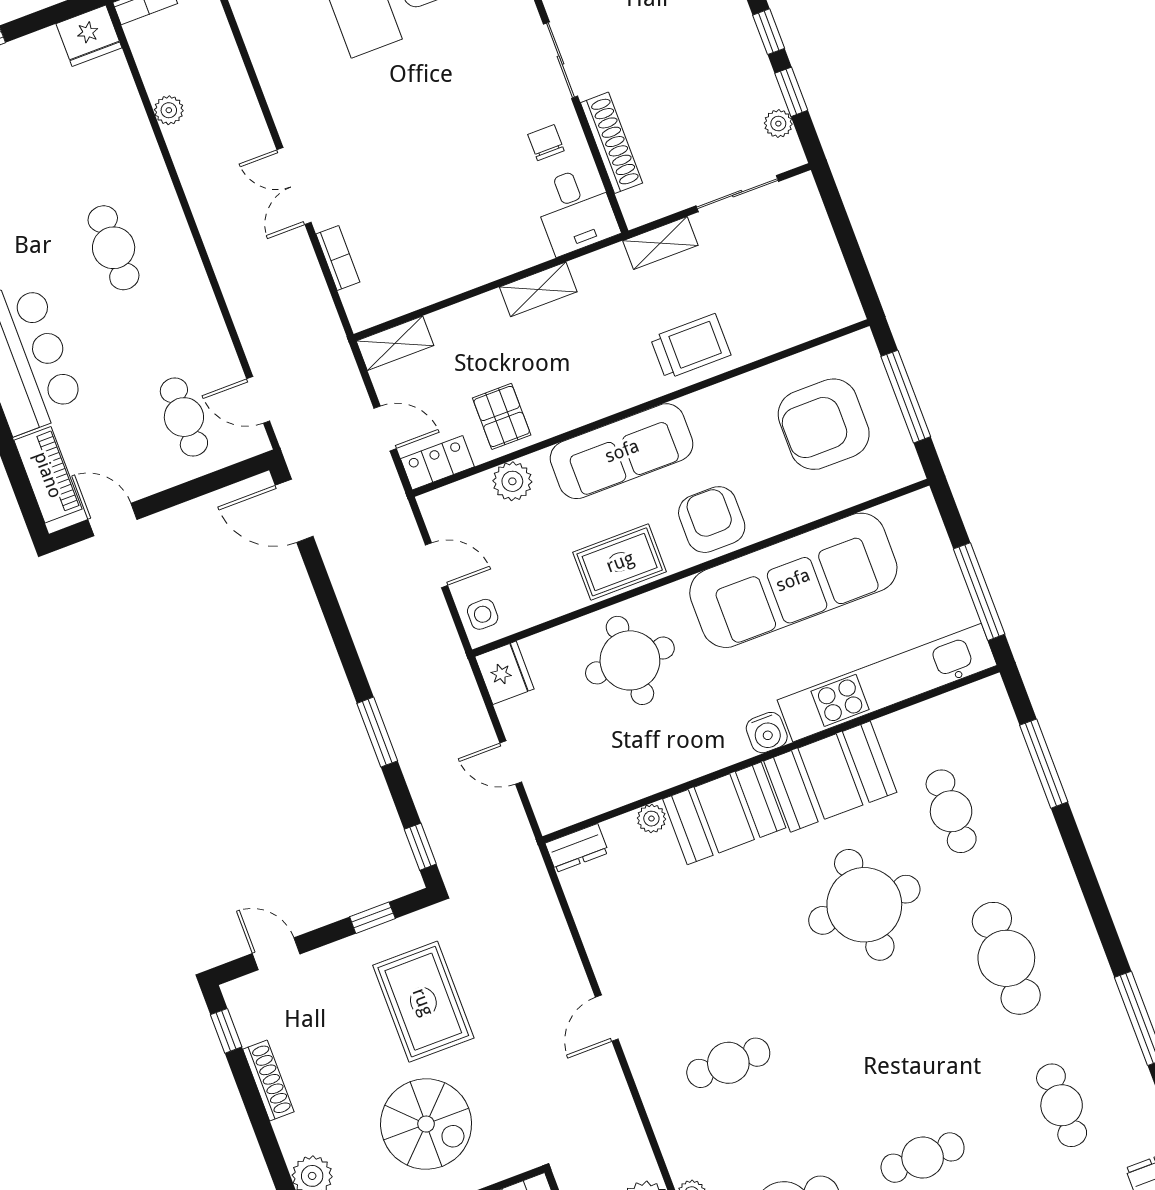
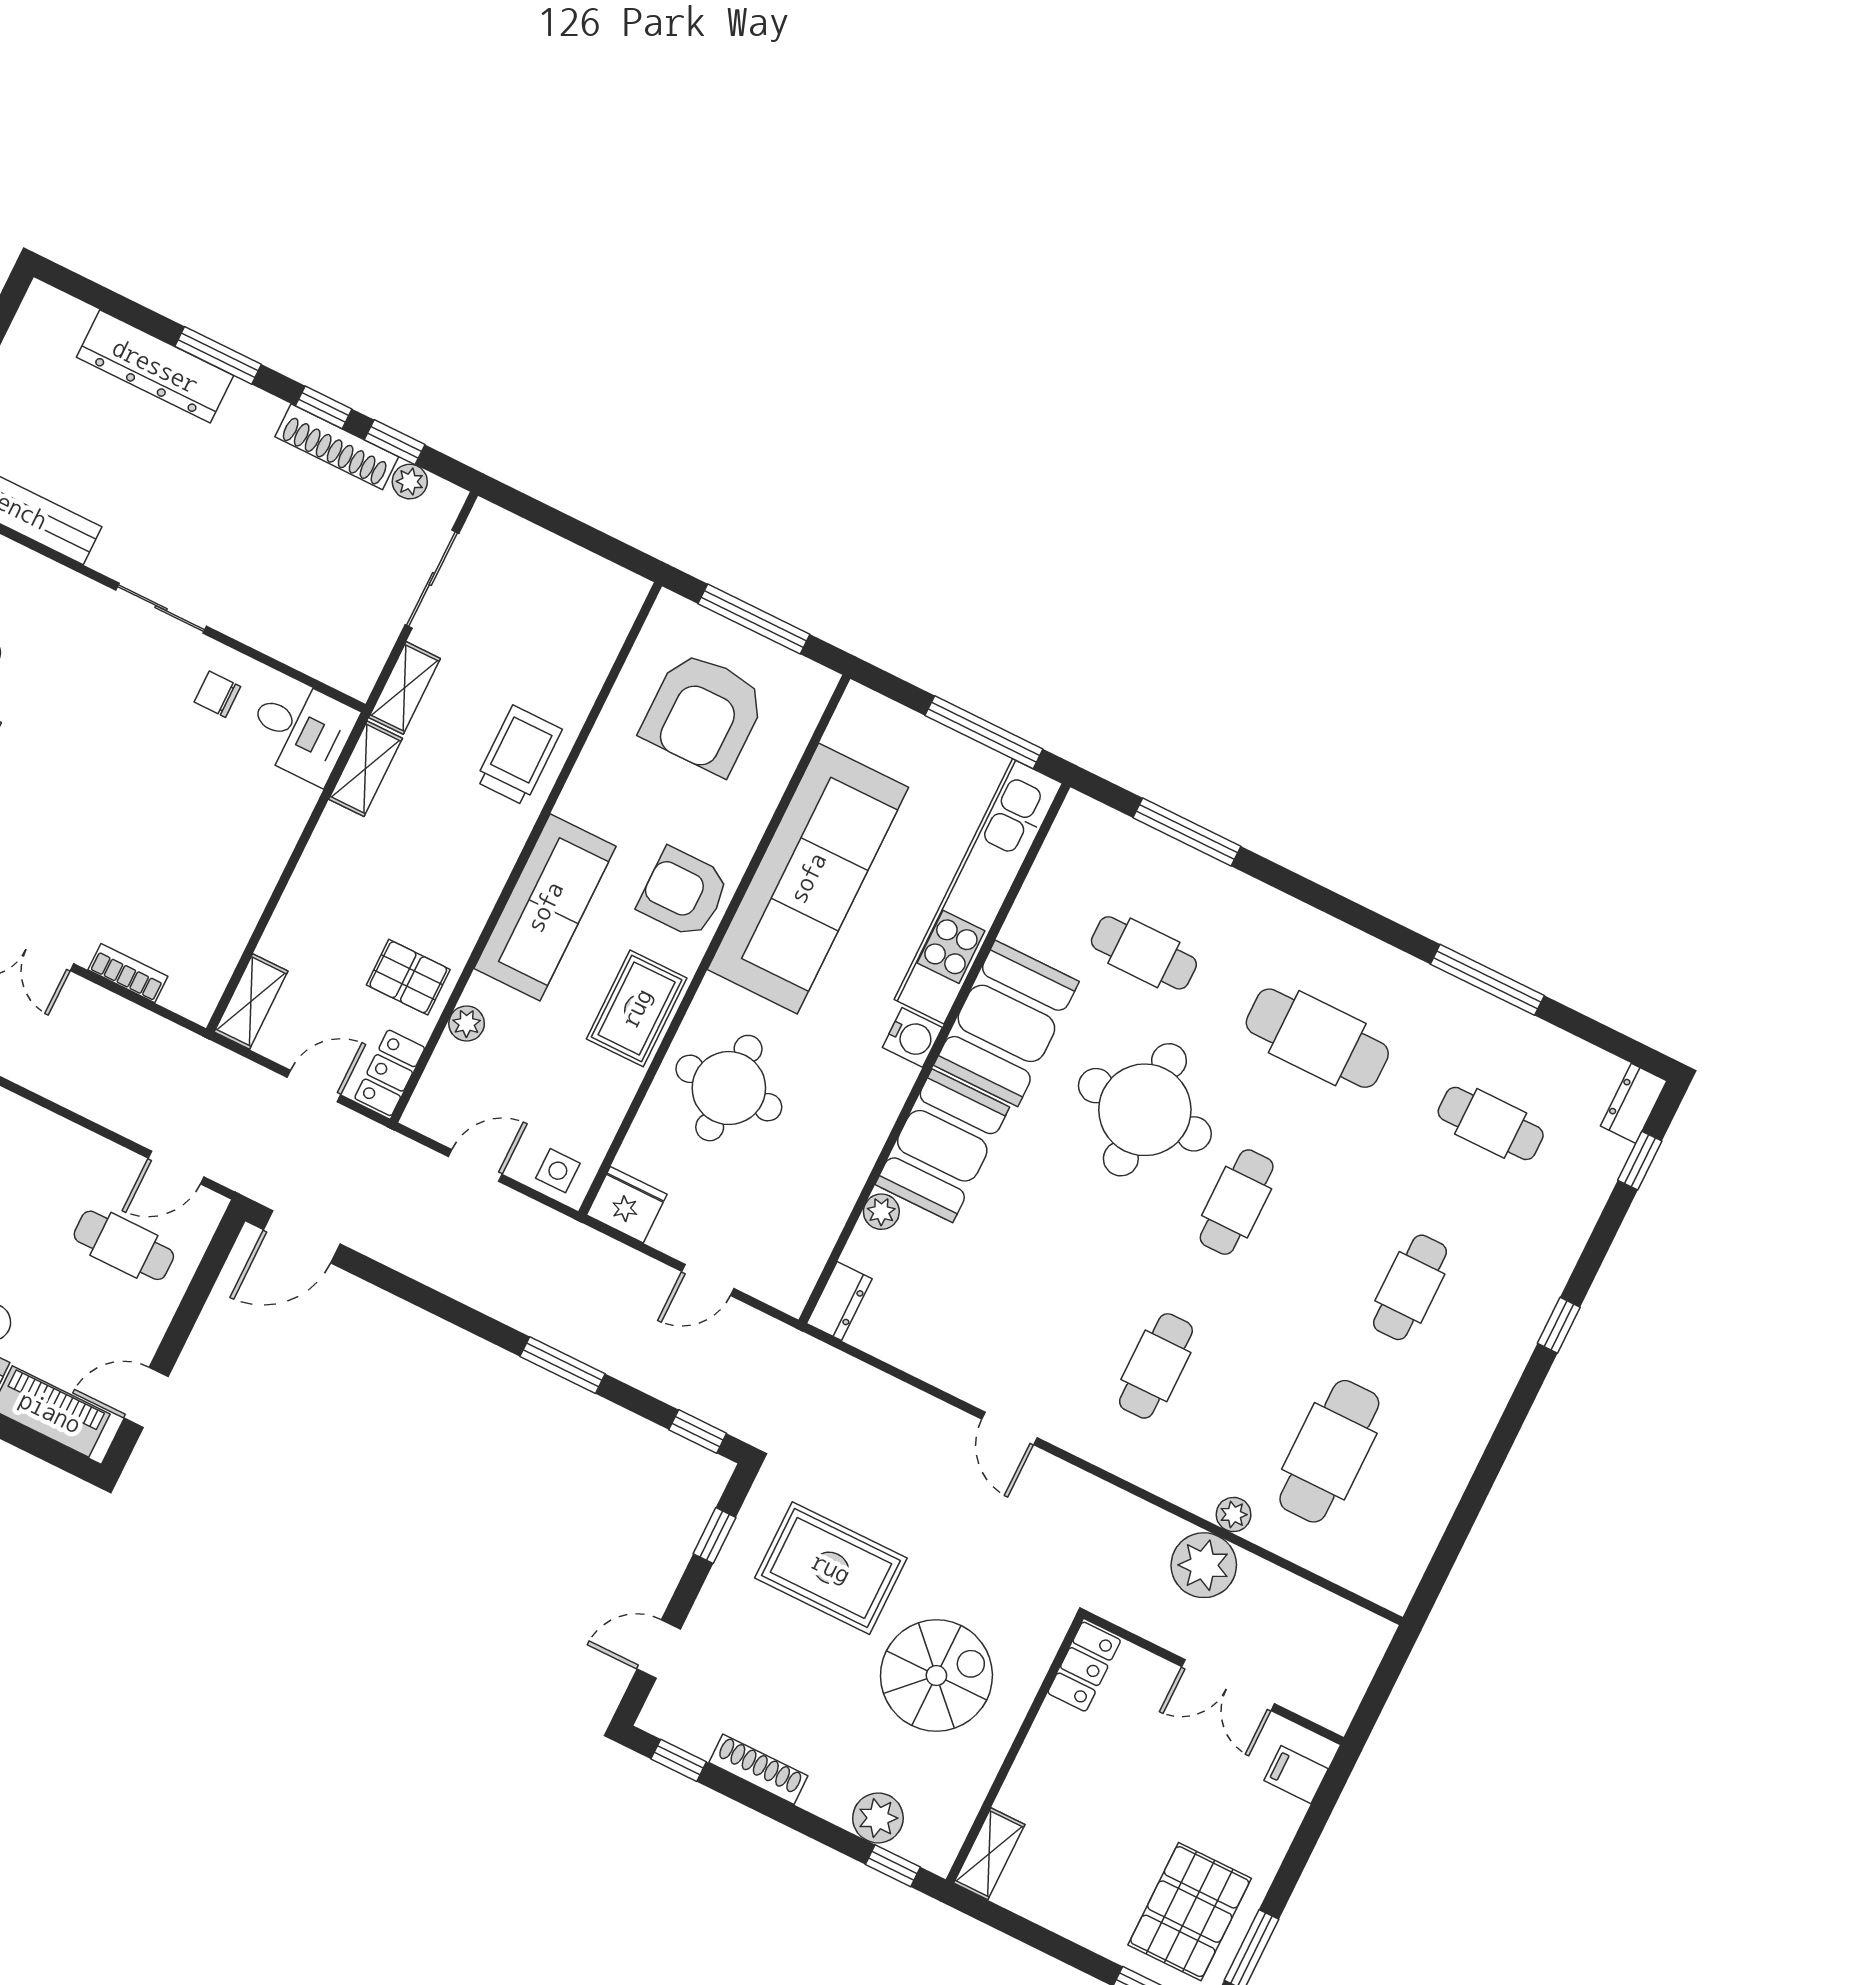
shoe rack: (611, 143) -> (337, 447), moved, turned 180
shelving: (538, 289) -> (366, 769), moved
plant: (512, 481) -> (467, 1023), width x0.73, depth x0.73
cafe table: (867, 1011) -> (1237, 1202), added

